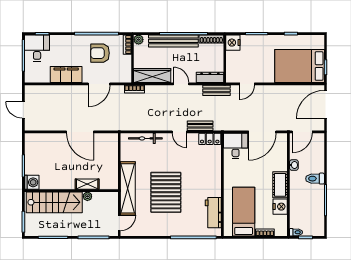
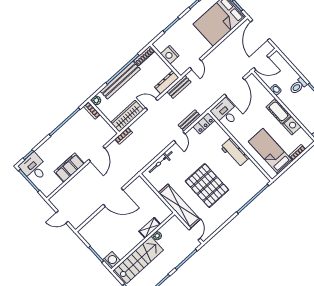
nightstand: (233, 43) -> (170, 55), moved
armchair: (100, 53) -> (79, 133), removed
door: (179, 132) -> (179, 137), hinge flipped
door: (302, 132) -> (261, 63), hinge flipped
workbench: (213, 213) -> (235, 153), moved

